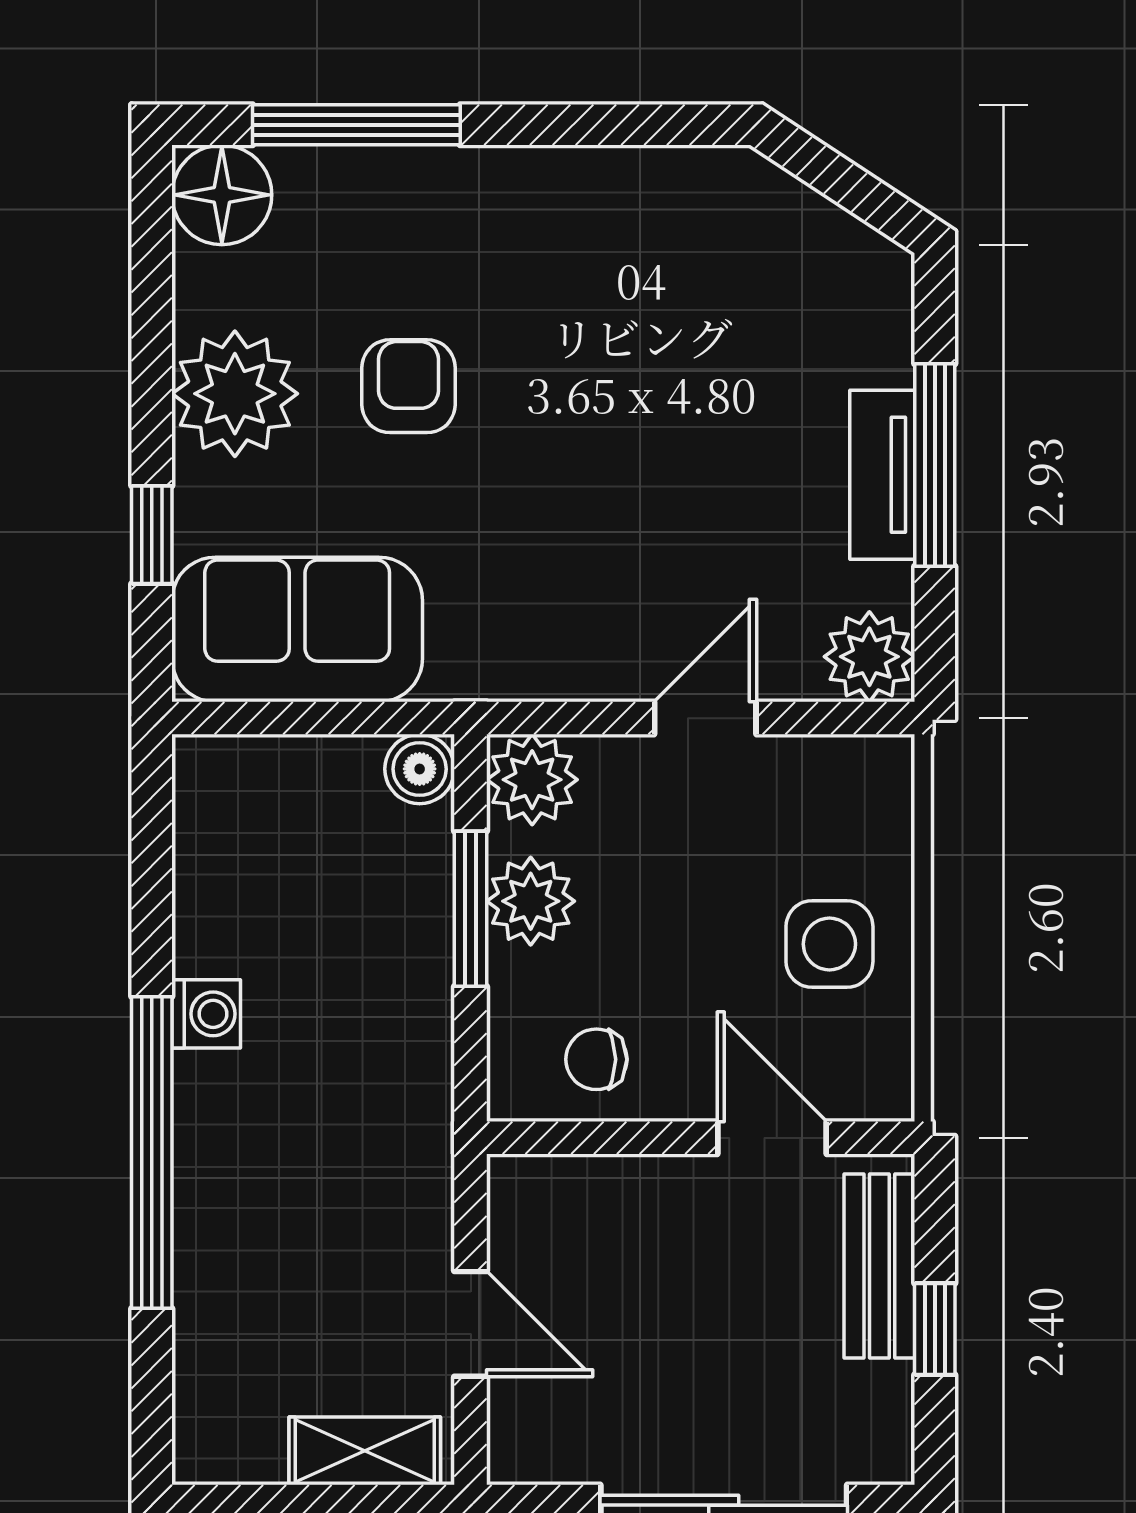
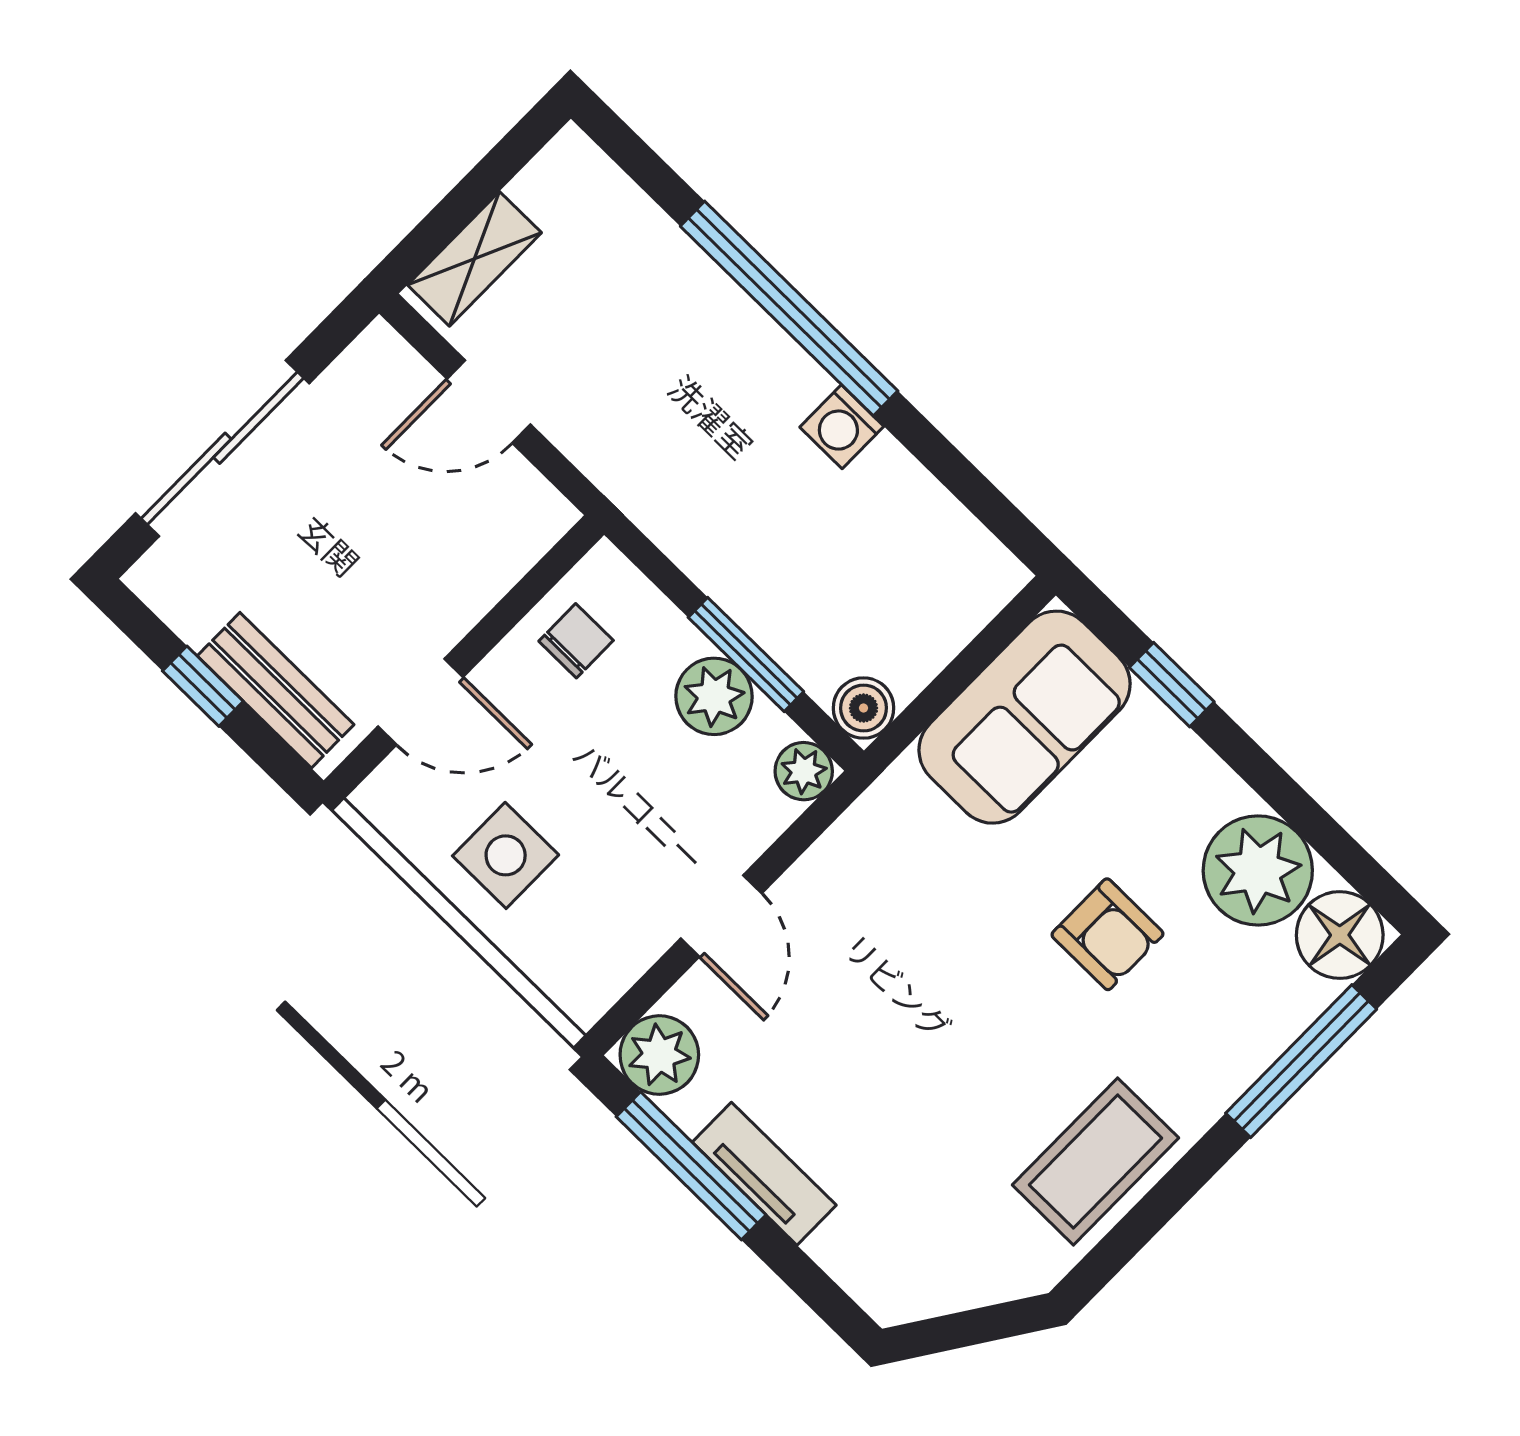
coffee table: (605, 213) -> (1096, 1161), added
plant: (235, 394) -> (1258, 870), moved
window: (935, 465) -> (691, 1166), moved
plant: (532, 780) -> (804, 771), width x0.73, depth x0.73

